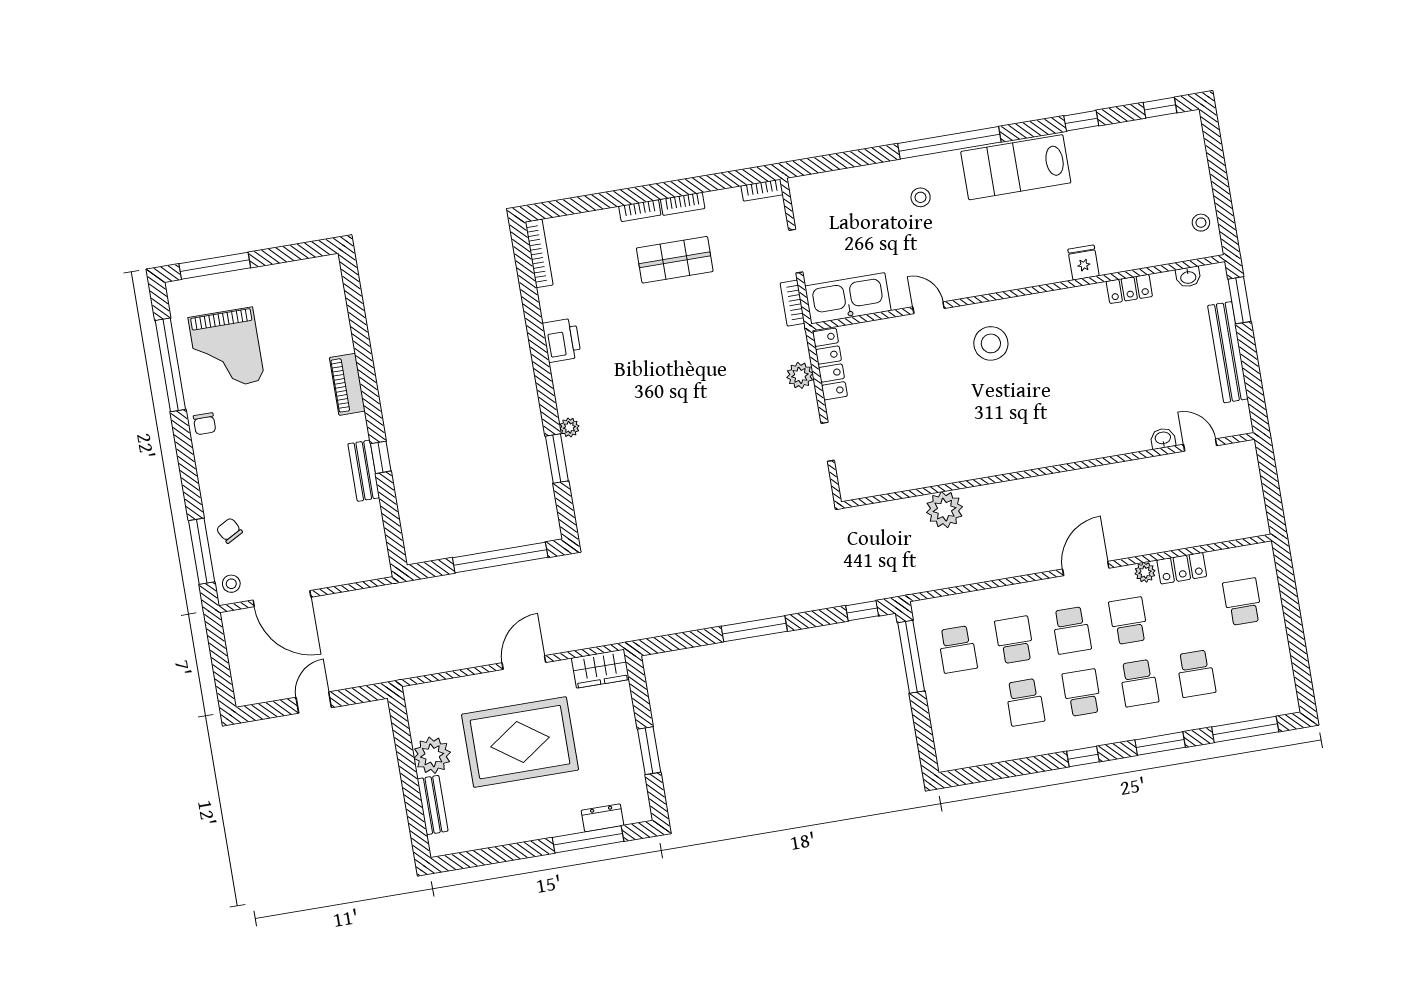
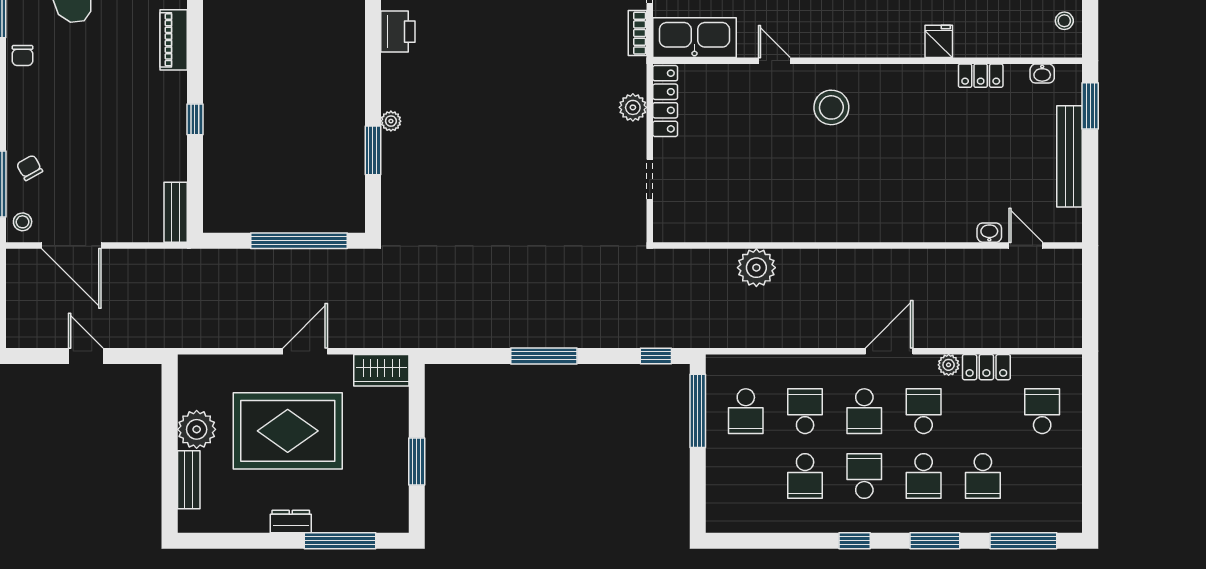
bench: (364, 471) -> (176, 212), moved
door: (314, 702) -> (86, 356), hinge flipped
dresser: (603, 818) -> (291, 521), moved

